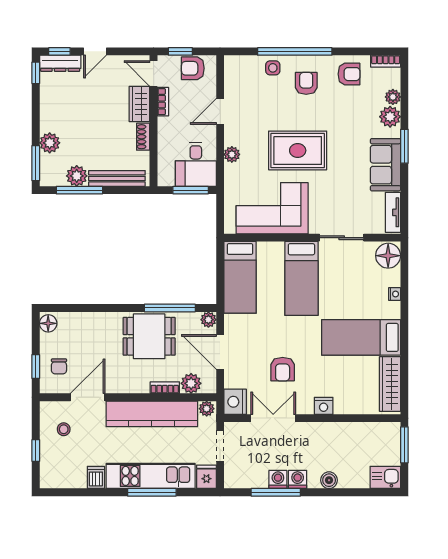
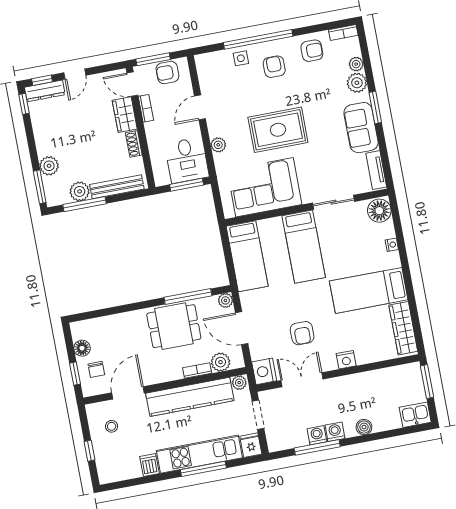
window: (180, 51) -> (153, 59), width x1.50
floor lamp: (48, 323) -> (82, 348), moved

